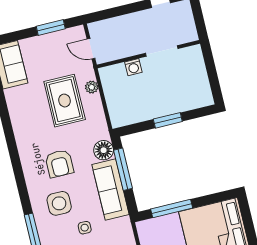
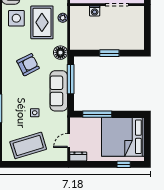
floor lamp: (104, 150) -> (60, 53), moved
armchair: (59, 164) -> (28, 65), turned -117
side table: (59, 203) -> (16, 18), moved

